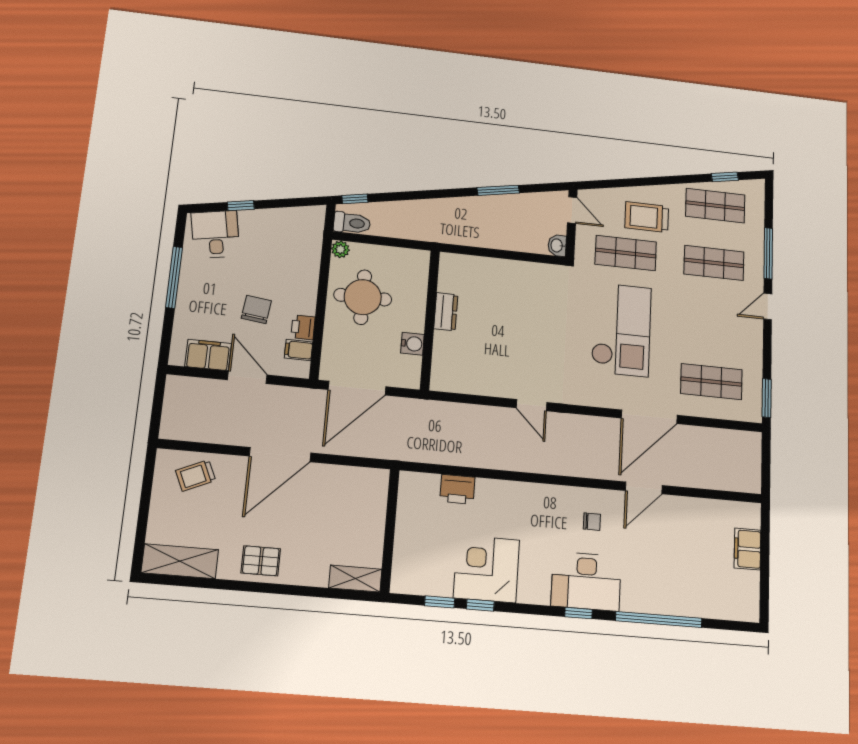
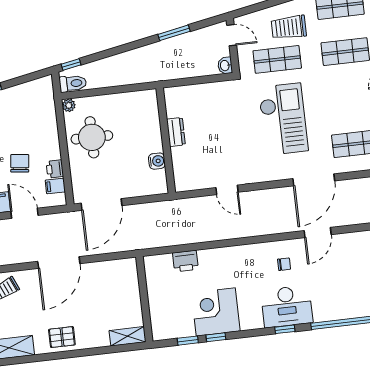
dresser: (446, 312) -> (176, 132), moved
wall: (430, 320) -> (166, 141), moved
water cooler: (412, 344) -> (157, 161), moved

